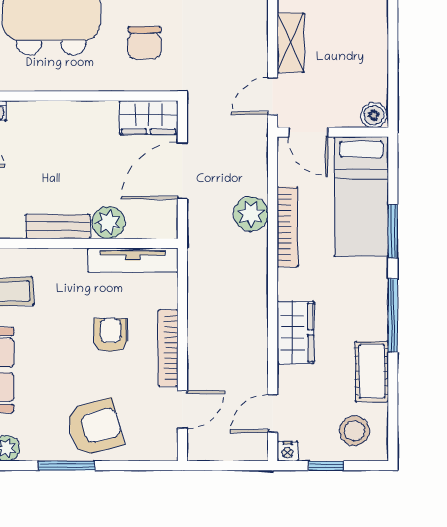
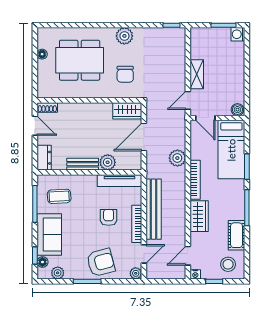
bookcase: (287, 227) -> (195, 180), moved
bench: (202, 318) -> (154, 209), added
plant: (166, 449) -> (136, 273), added

